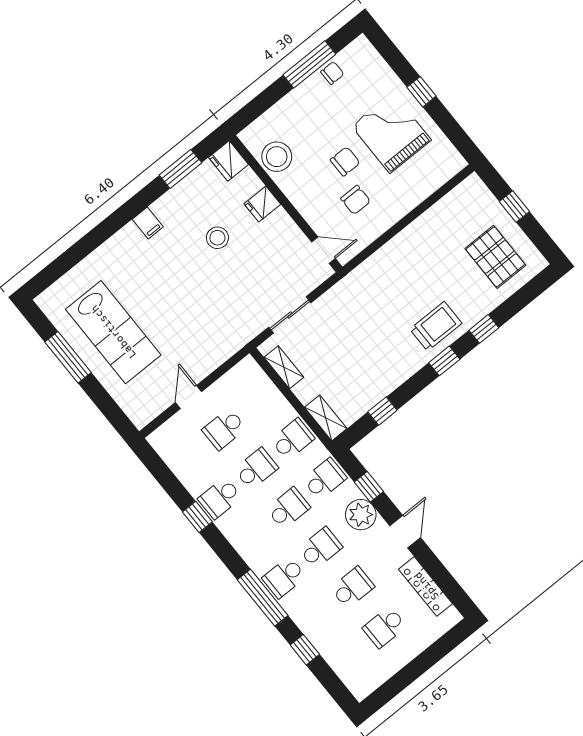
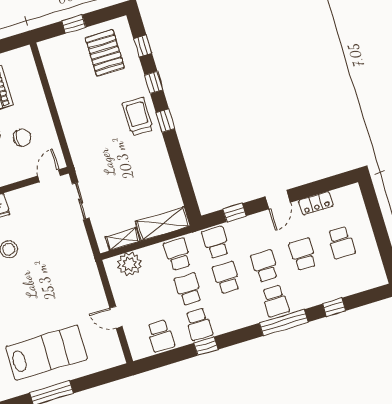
pallet: (495, 257) -> (105, 53), turned 90
sliding door: (290, 315) -> (81, 201), moved
window: (382, 411) -> (143, 46), moved
shelving: (326, 418) -> (163, 224), width x1.50, depth x1.33
school desk: (224, 429) -> (161, 336), moved
plant: (361, 515) -> (129, 264), moved
door: (405, 532) -> (278, 199), swing flipped
locker: (426, 586) -> (316, 203), width x0.66

